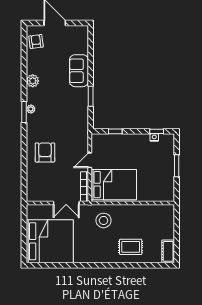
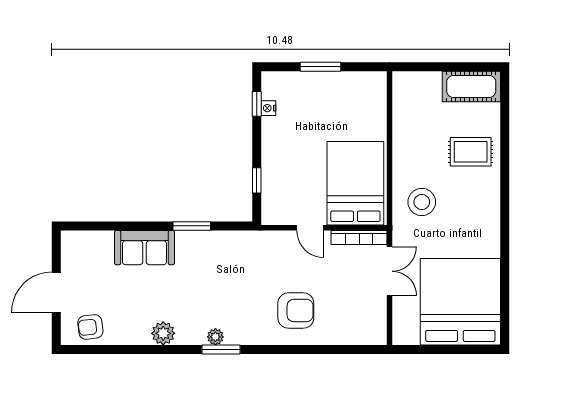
armchair: (45, 152) -> (296, 311), turned 180
rug: (131, 247) -> (471, 152), turned 90
cot: (168, 251) -> (471, 86), width x1.37, depth x1.34

